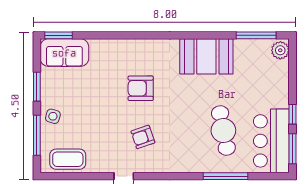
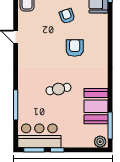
booth: (206, 56) -> (96, 106), moved
cafe table: (223, 131) -> (58, 89), moved, width x0.73, depth x0.74
armchair: (143, 137) -> (67, 16), moved

